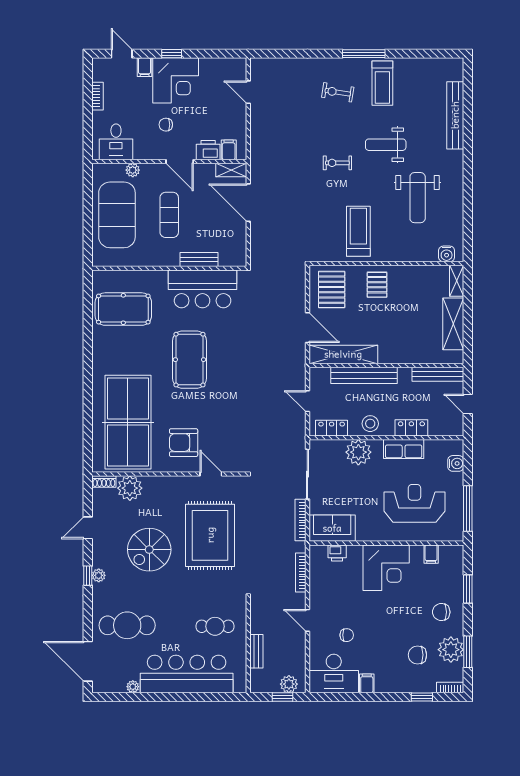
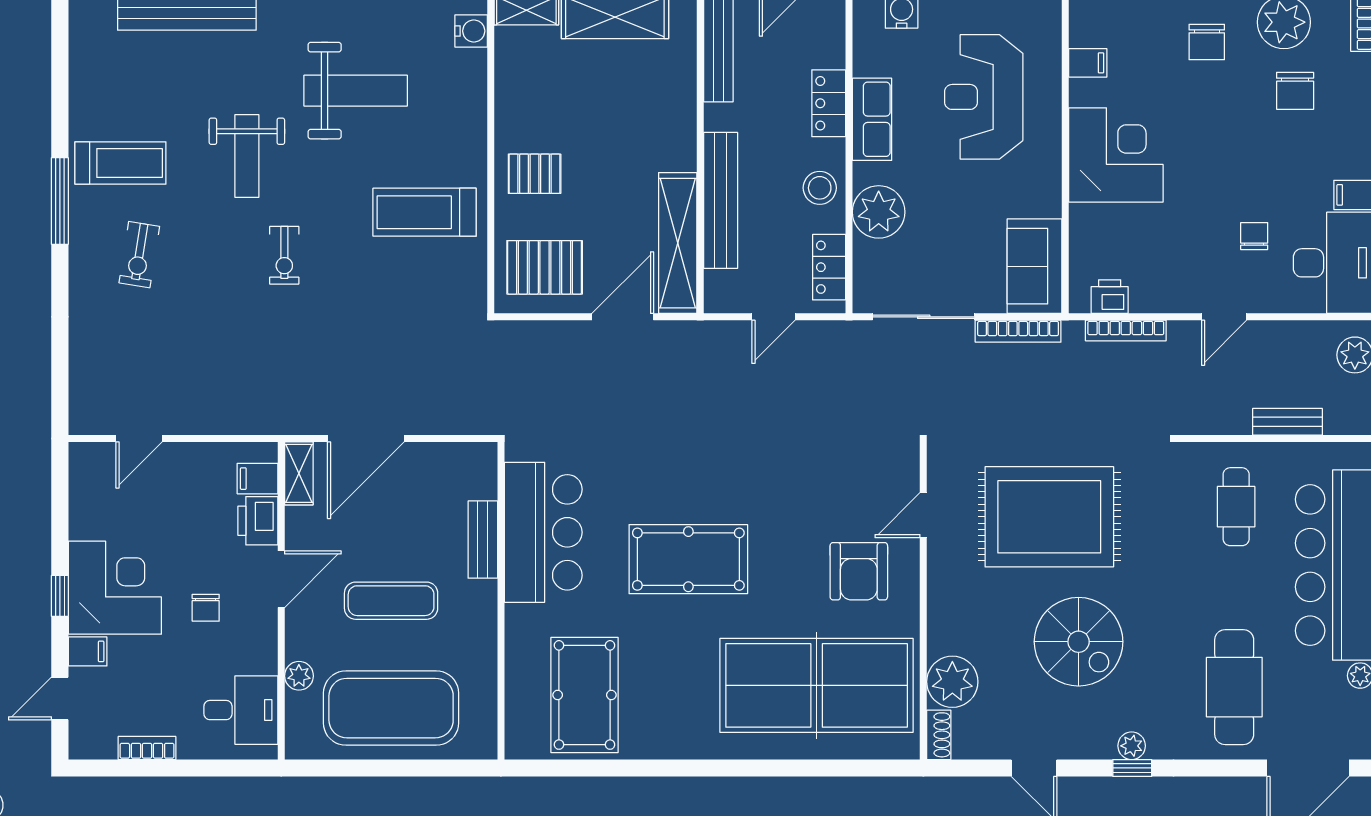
printer: (337, 553) -> (1110, 297), moved, turned -90

